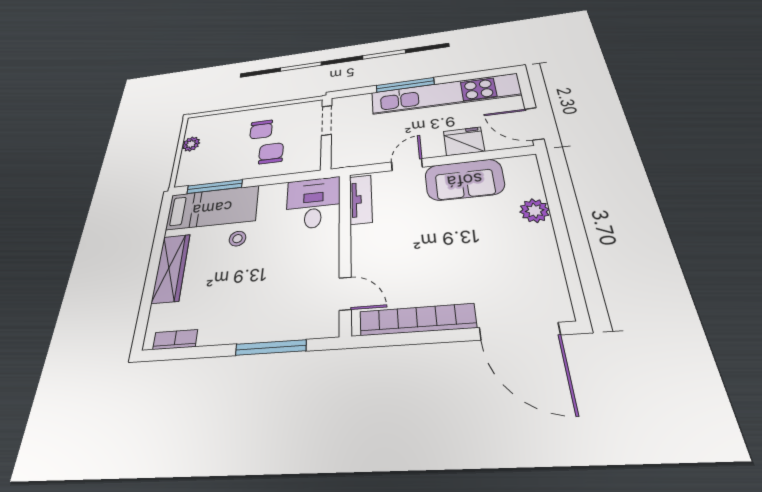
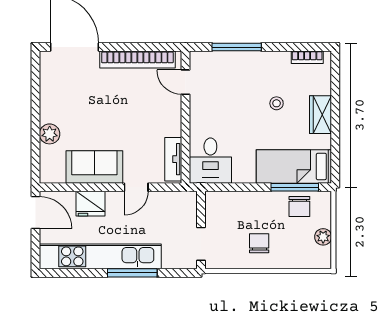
chair: (271, 153) -> (299, 207), moved
stool: (237, 239) -> (277, 103), moved
wardrobe: (171, 268) -> (320, 115), width x0.67

